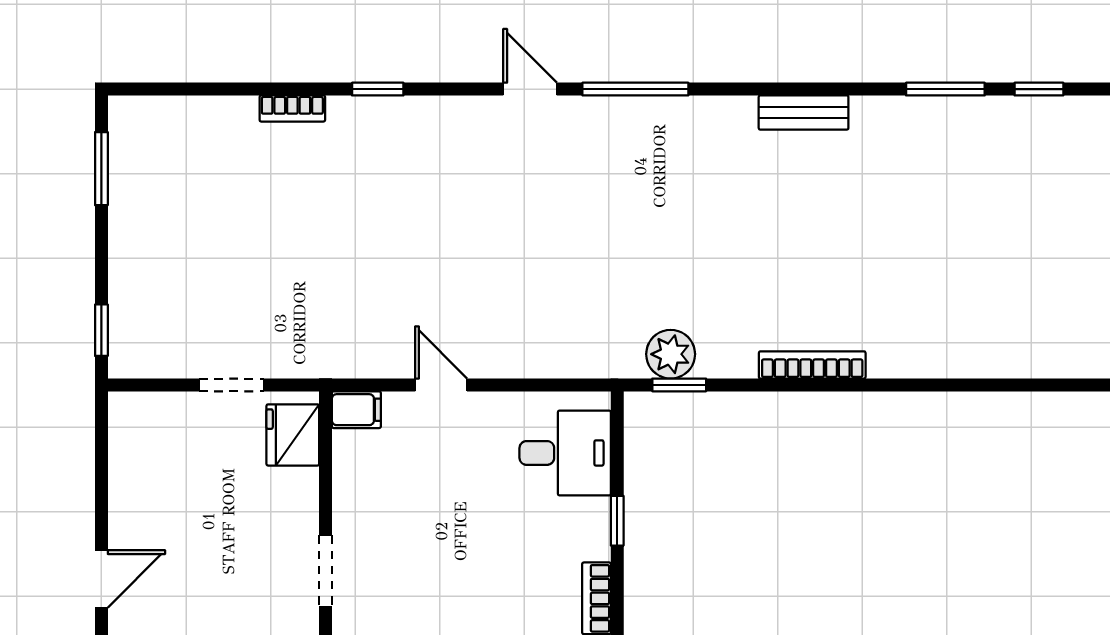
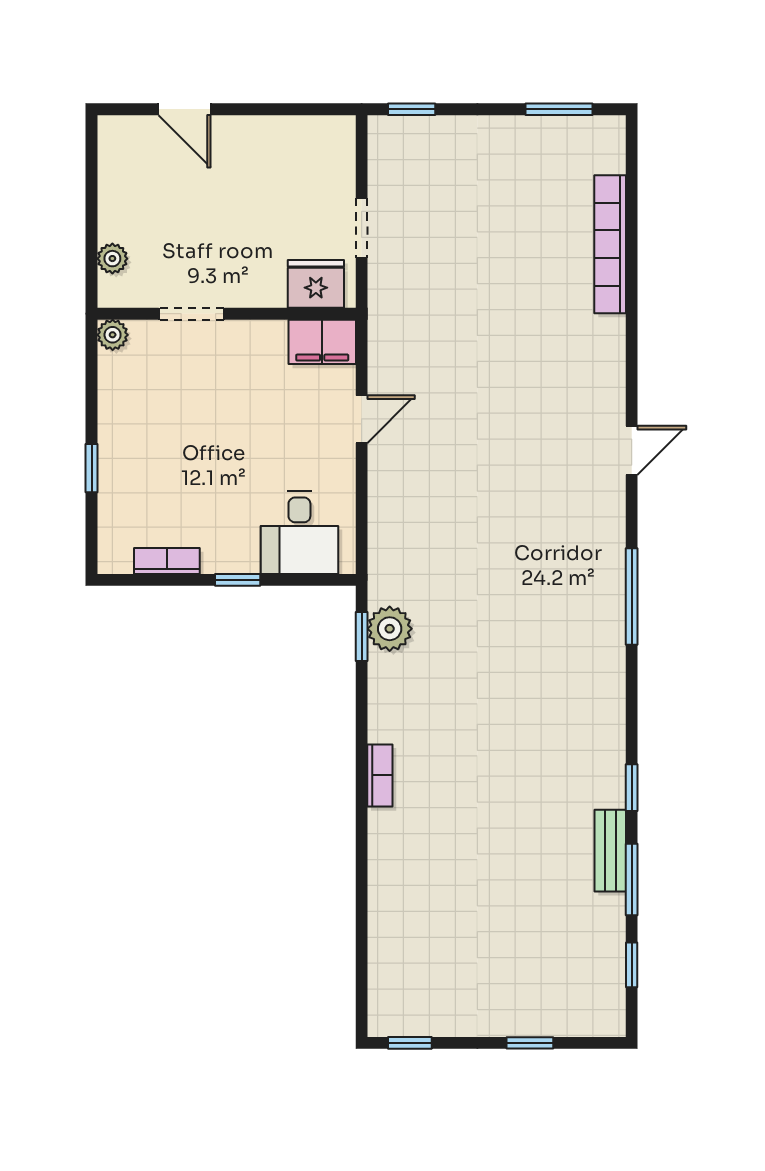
window: (378, 89) -> (632, 788), moved
door: (530, 89) -> (632, 450), moved
bookcase: (292, 108) -> (610, 244), width x2.31, depth x1.31
bench: (804, 113) -> (610, 851), moved
bookcase: (812, 365) -> (380, 775), width x0.64
filing cabinet: (356, 410) -> (322, 342), width x2.00

